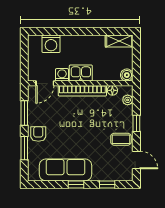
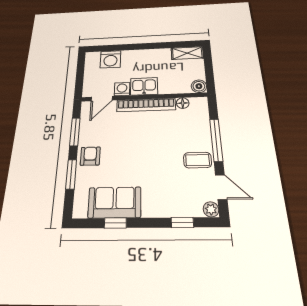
plant: (128, 100) -> (211, 209), moved
window: (136, 123) -> (216, 140), width x2.17
sofa: (66, 170) -> (115, 202), width x0.73
window: (76, 184) -> (115, 223), moved

